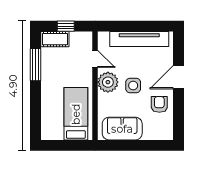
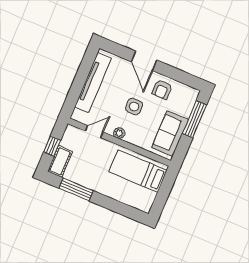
plant: (108, 82) -> (119, 133), width x0.53, depth x0.53
armchair: (159, 104) -> (162, 89), turned -90
window: (145, 145) -> (194, 119), added

